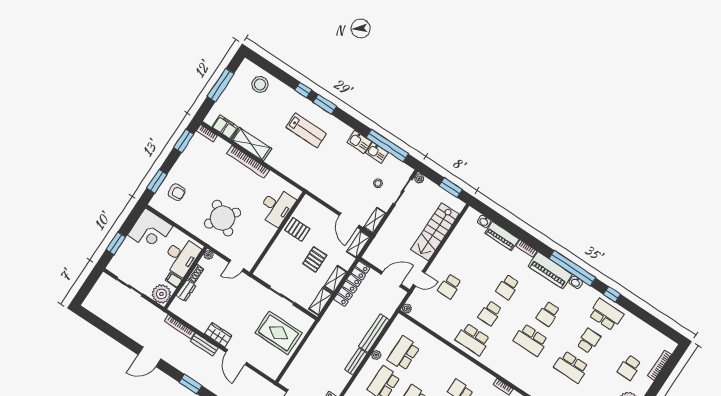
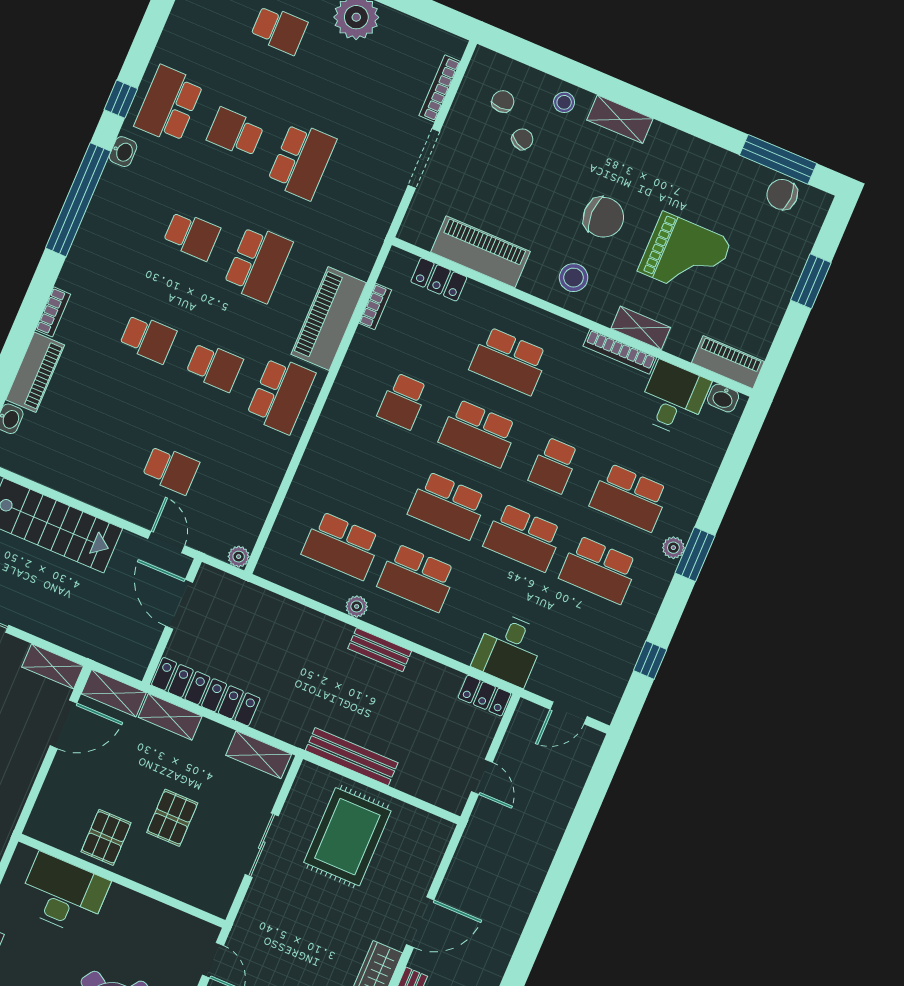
pallet: (315, 260) -> (172, 818), moved, turned 90
piano: (550, 270) -> (329, 319), moved, turned 180
shelving: (336, 279) -> (170, 717), moved
washbasin: (576, 282) -> (123, 152), moved
bench: (374, 333) -> (352, 757), moved

